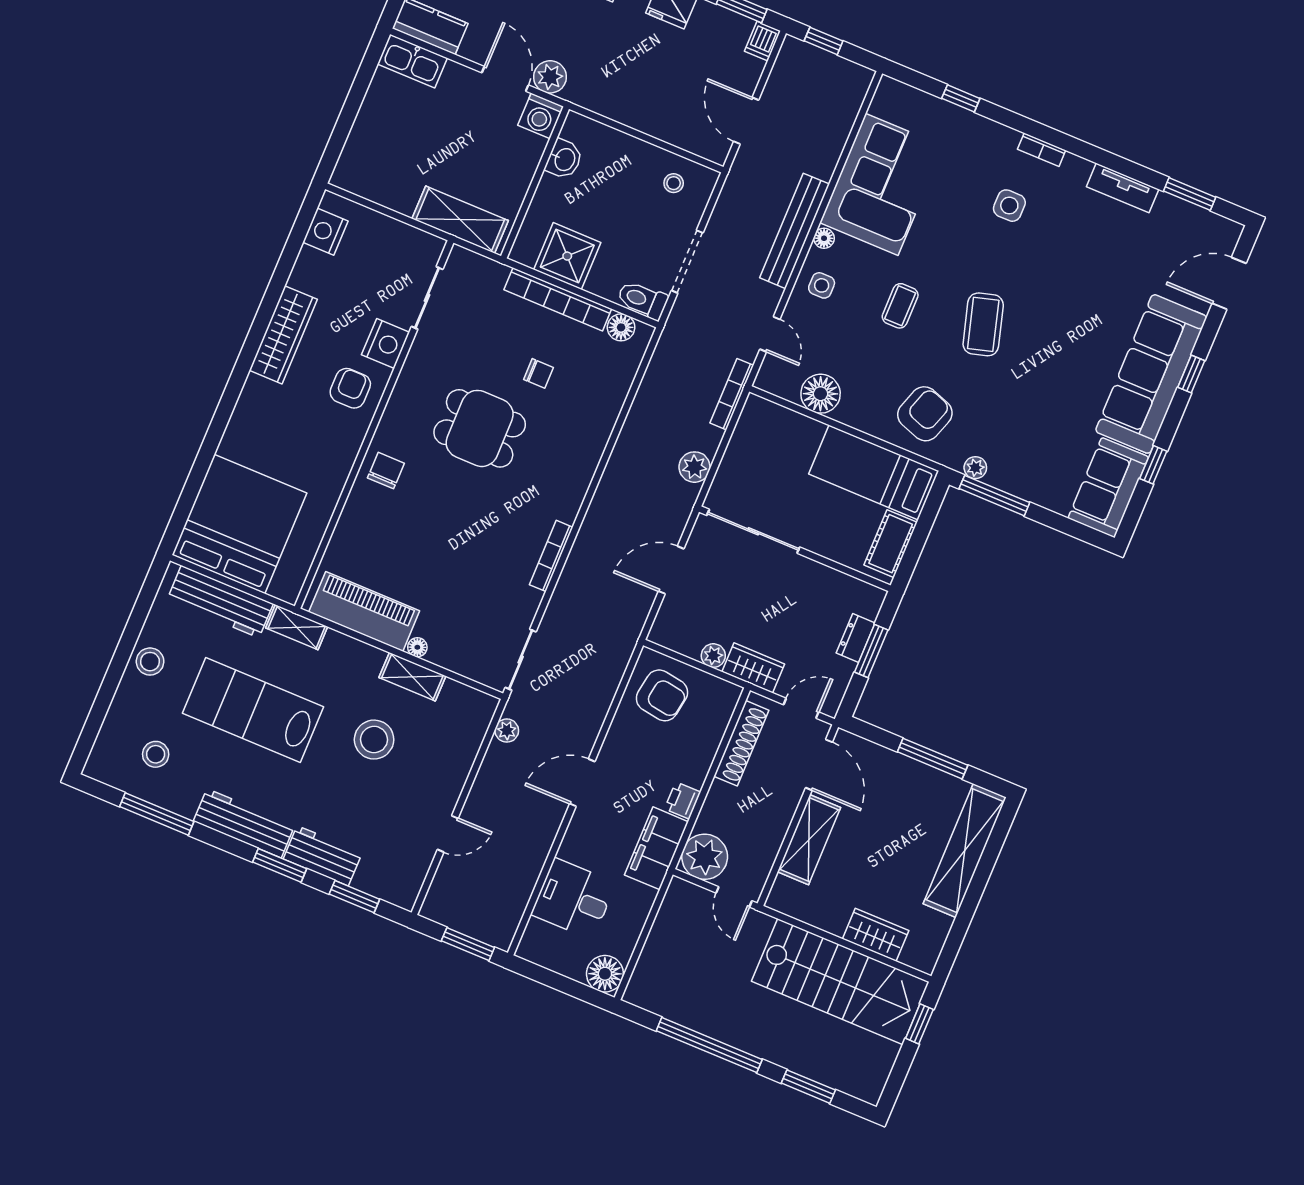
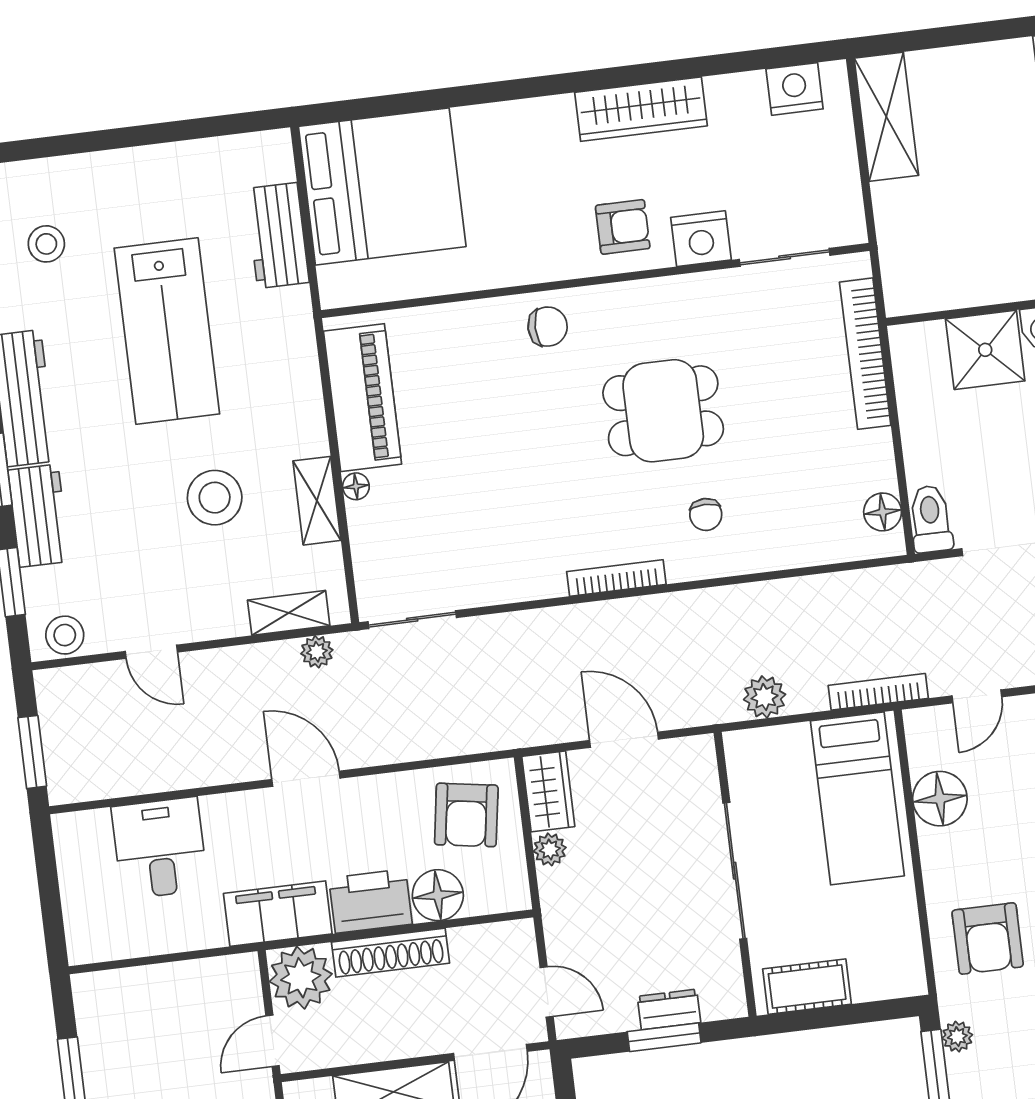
shelving: (460, 220) -> (886, 117), moved
shower: (567, 256) -> (985, 350), moved
bookcase: (558, 299) -> (865, 354), moved
chair: (539, 373) -> (706, 515), moved
armchair: (925, 414) -> (988, 938), turned 71
dining table: (480, 428) -> (663, 411), turned 90
bed: (874, 472) -> (857, 798), moved, turned 180
sliding door: (753, 531) -> (735, 871), moved
bookcase: (551, 556) -> (616, 578), moved
workbench: (220, 602) -> (277, 235), width x0.73
shelving: (297, 627) -> (289, 613), moved, turned 90
stool: (150, 662) -> (65, 635), moved
wardrobe: (753, 668) -> (548, 791), moved
lab bench: (253, 710) -> (167, 331), turned 180
shoe rack: (741, 743) -> (391, 953), moved
printer: (683, 800) -> (370, 901), width x1.87, depth x1.48
floor lamp: (605, 974) -> (438, 895), moved

